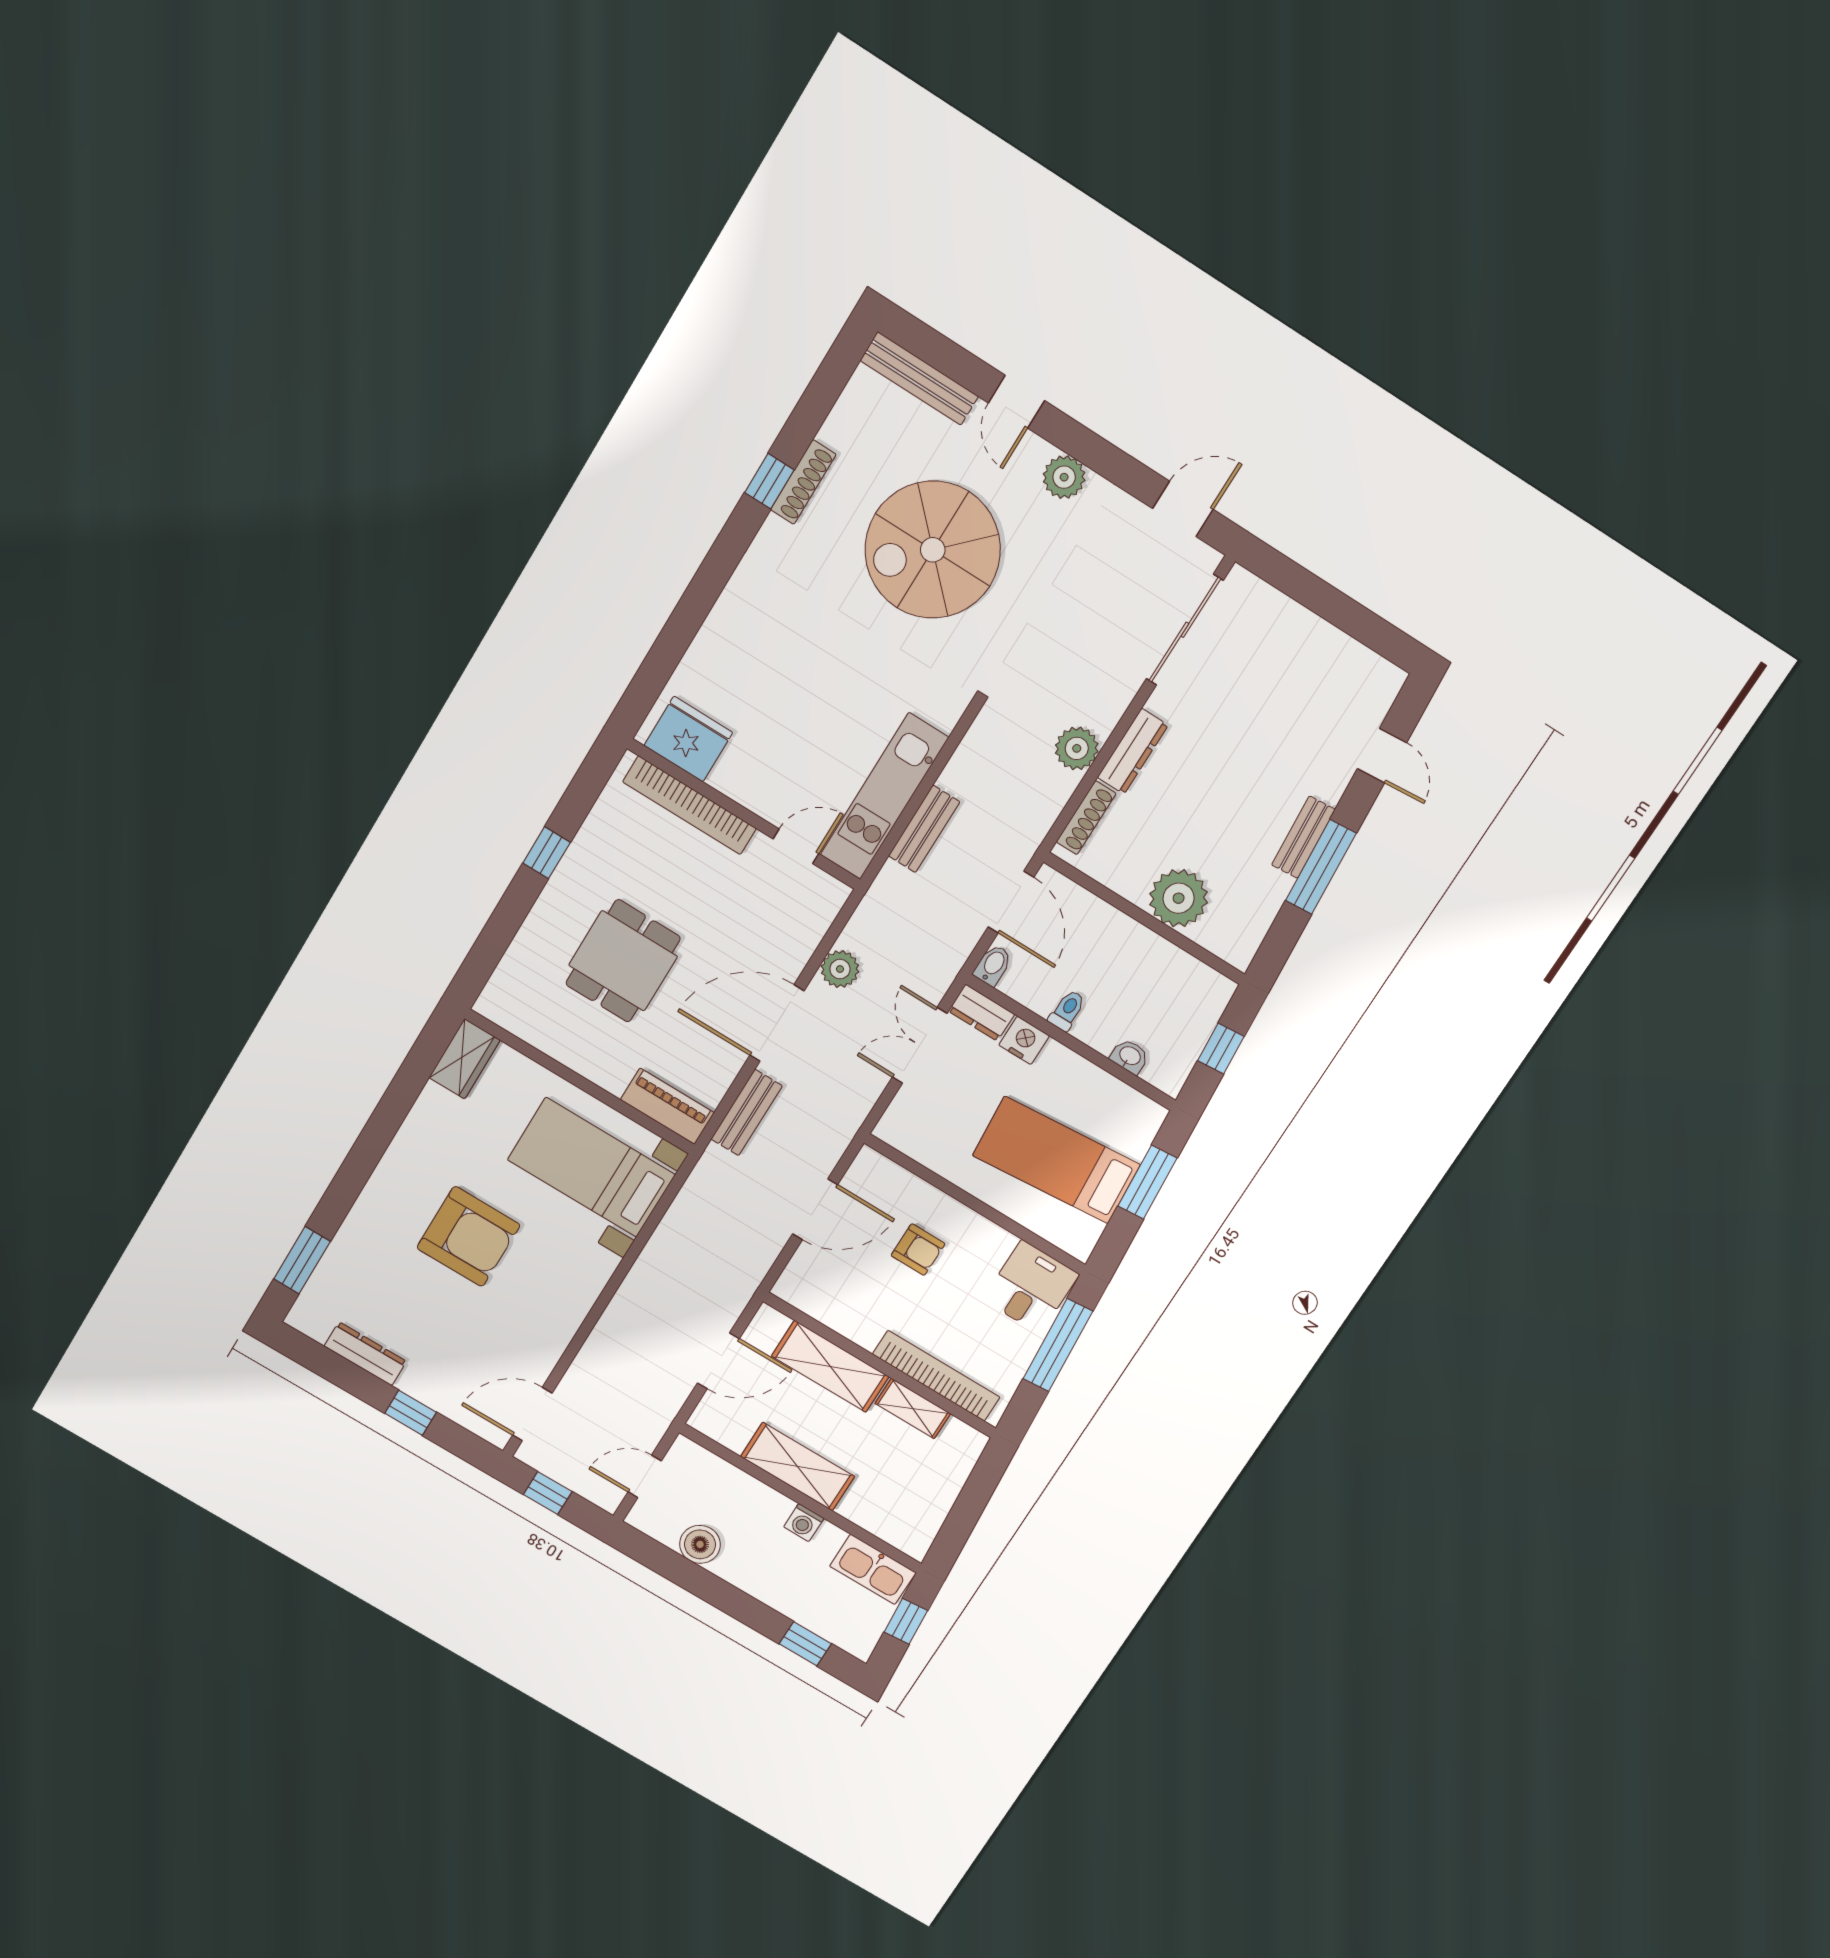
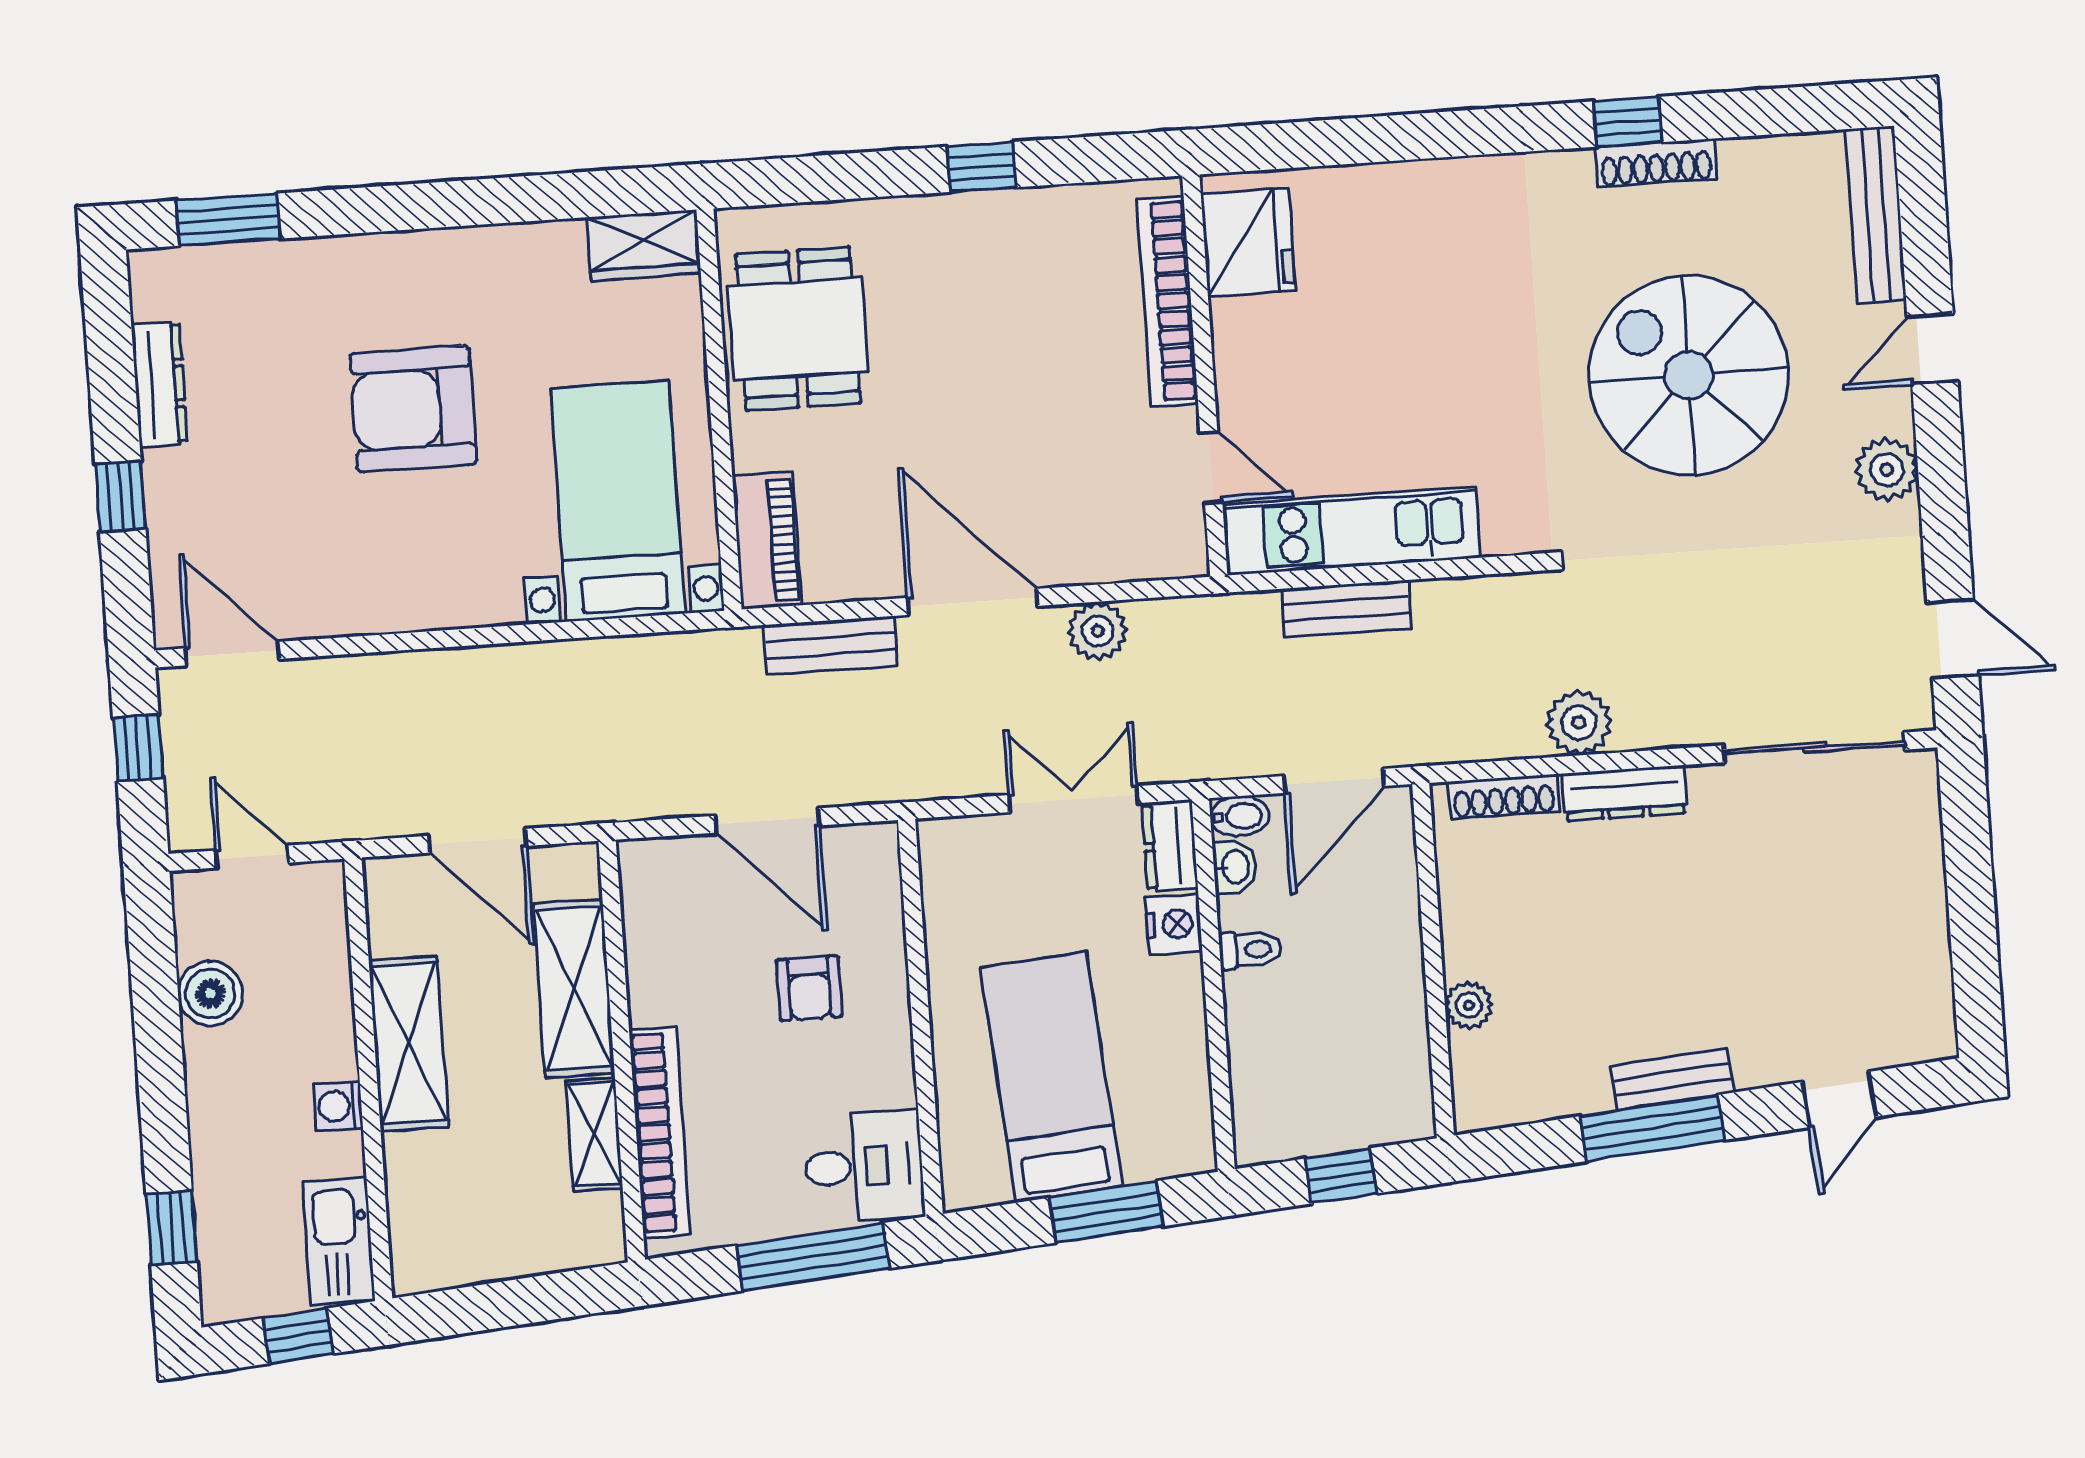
plant: (1179, 898) -> (1469, 1005), width x0.53, depth x0.53
dining table: (623, 961) -> (798, 329), moved, turned 90
washbasin: (1130, 1056) -> (1235, 867), moved
armchair: (468, 1236) -> (413, 409), turned 90

